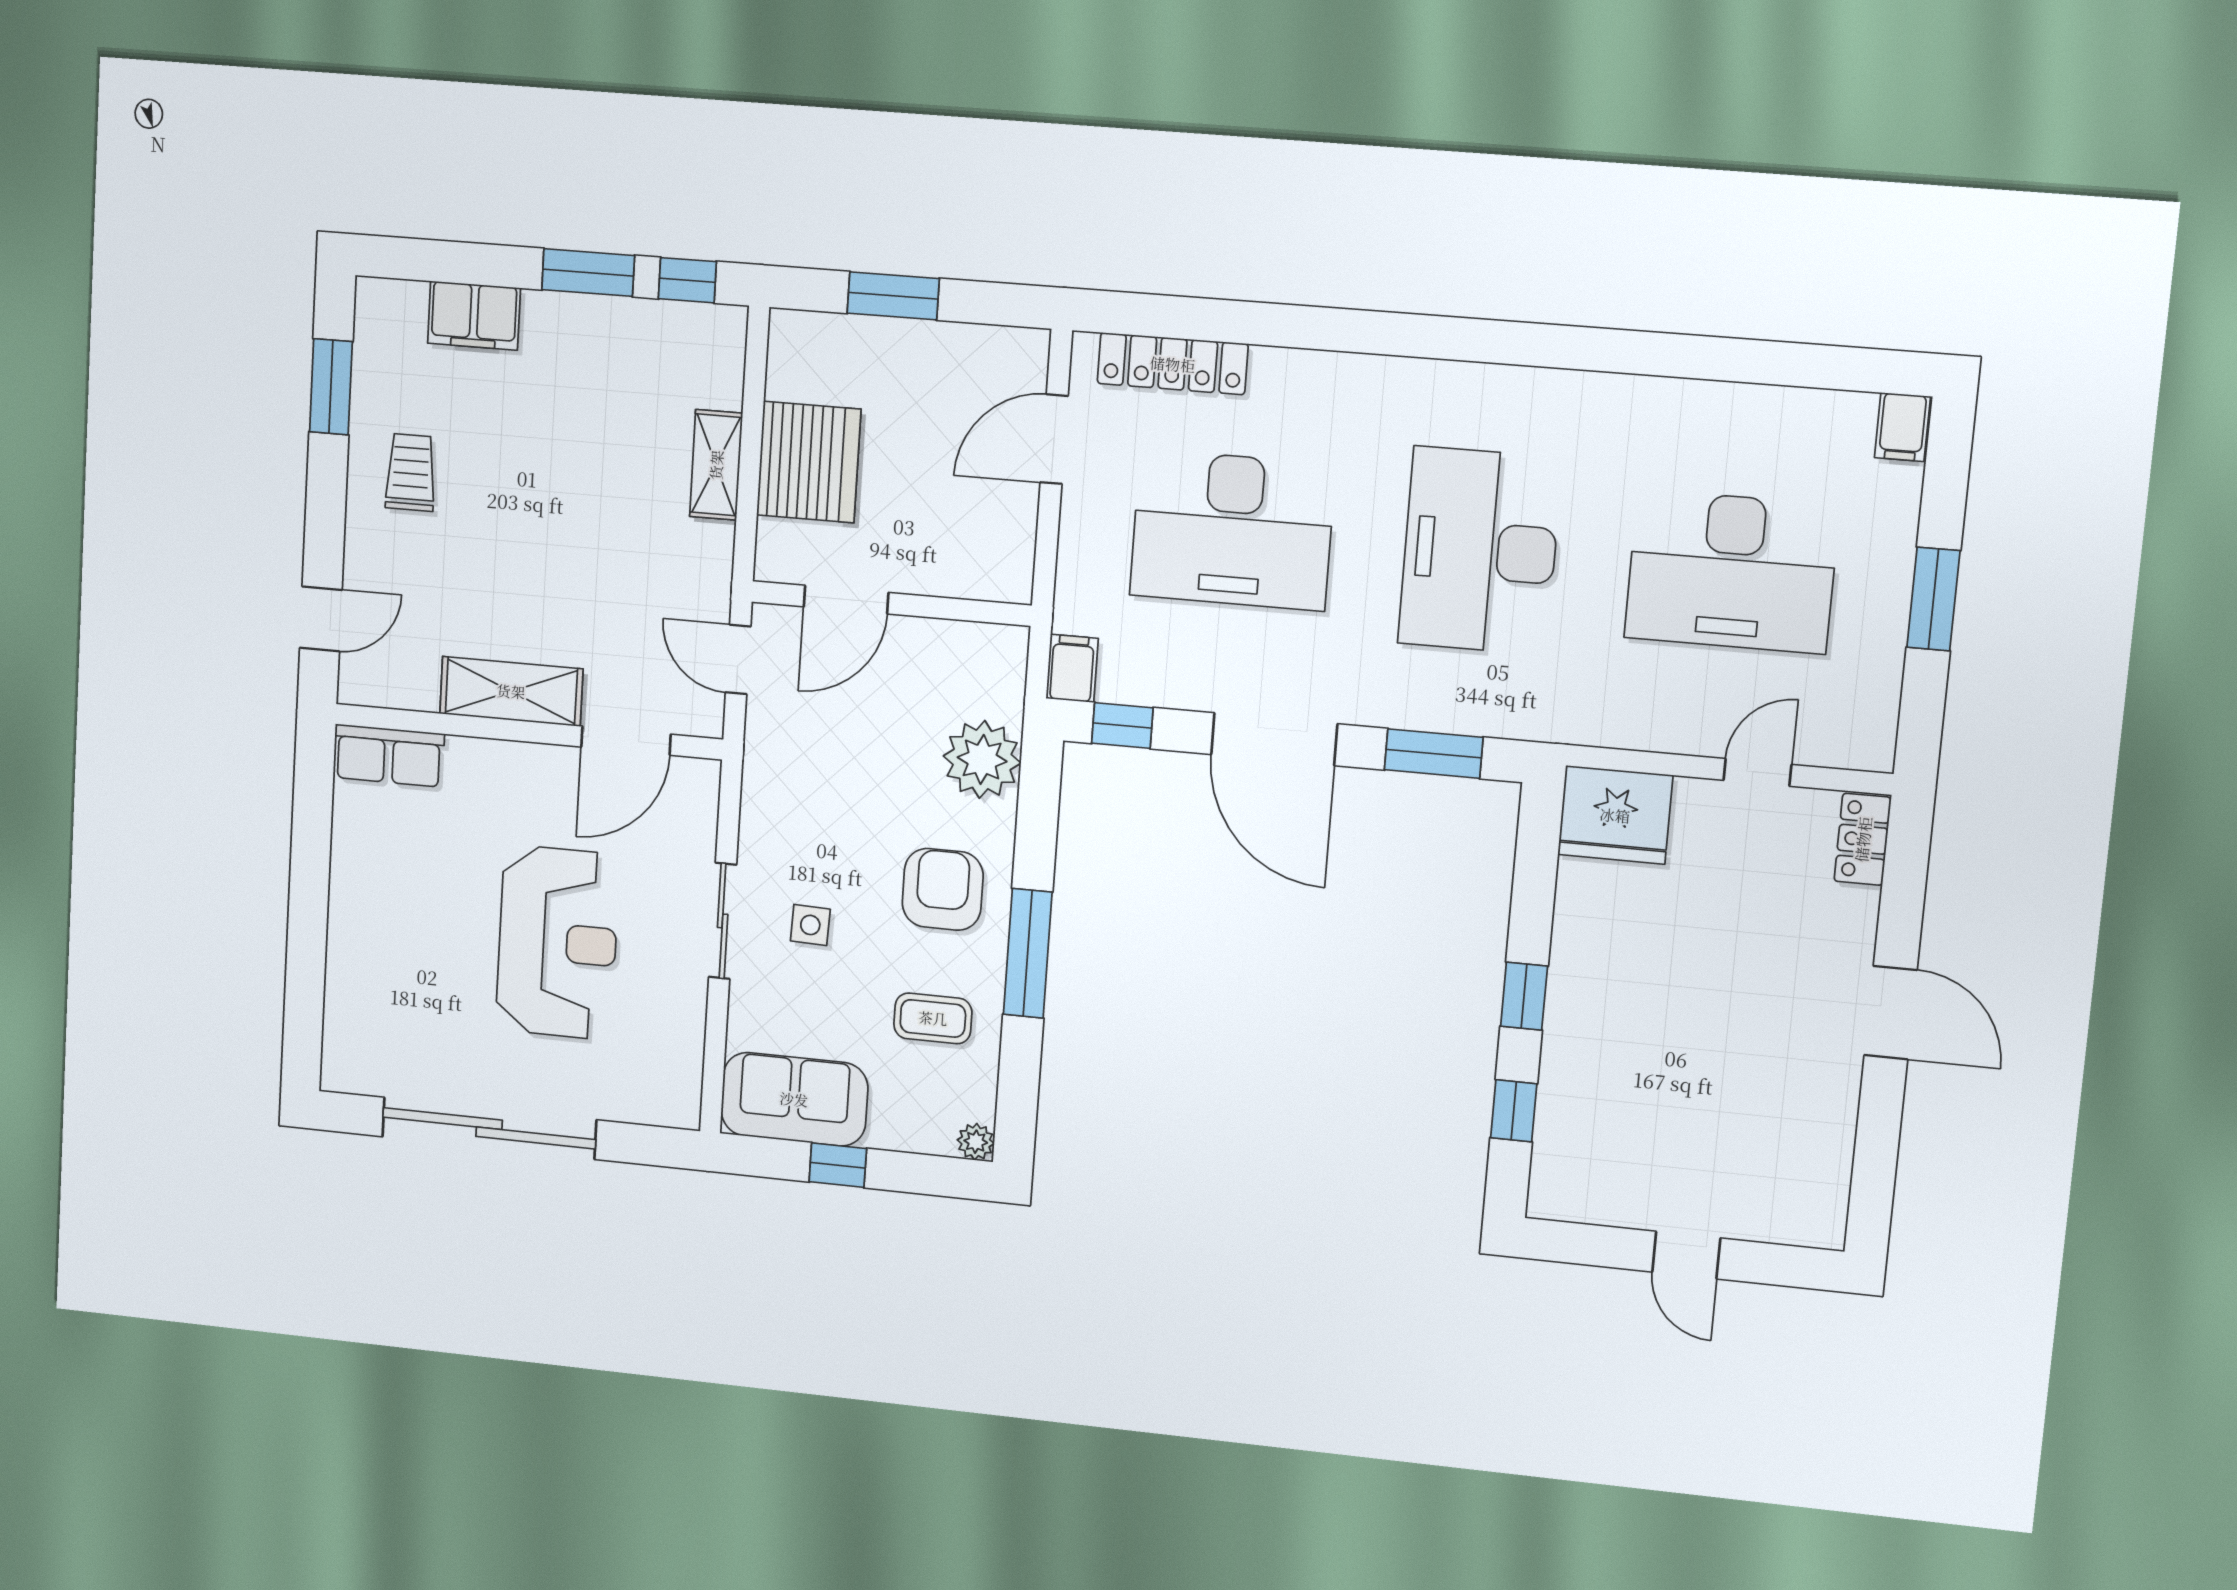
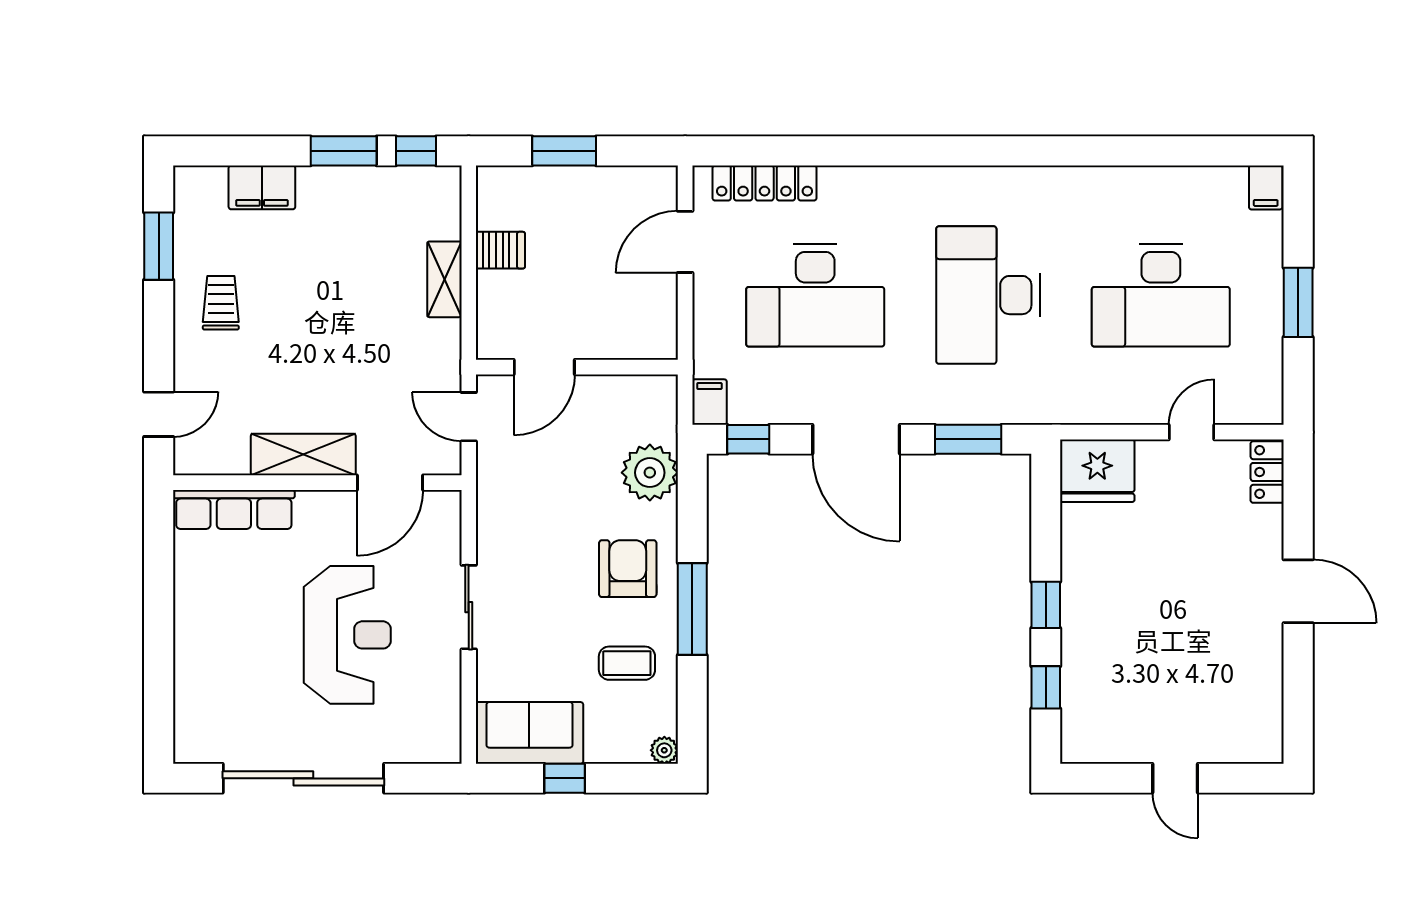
server rack: (809, 462) -> (500, 250), width x0.46, depth x0.70
row of seats: (389, 756) -> (234, 509), width x1.48
side table: (810, 925) -> (533, 604), removed

